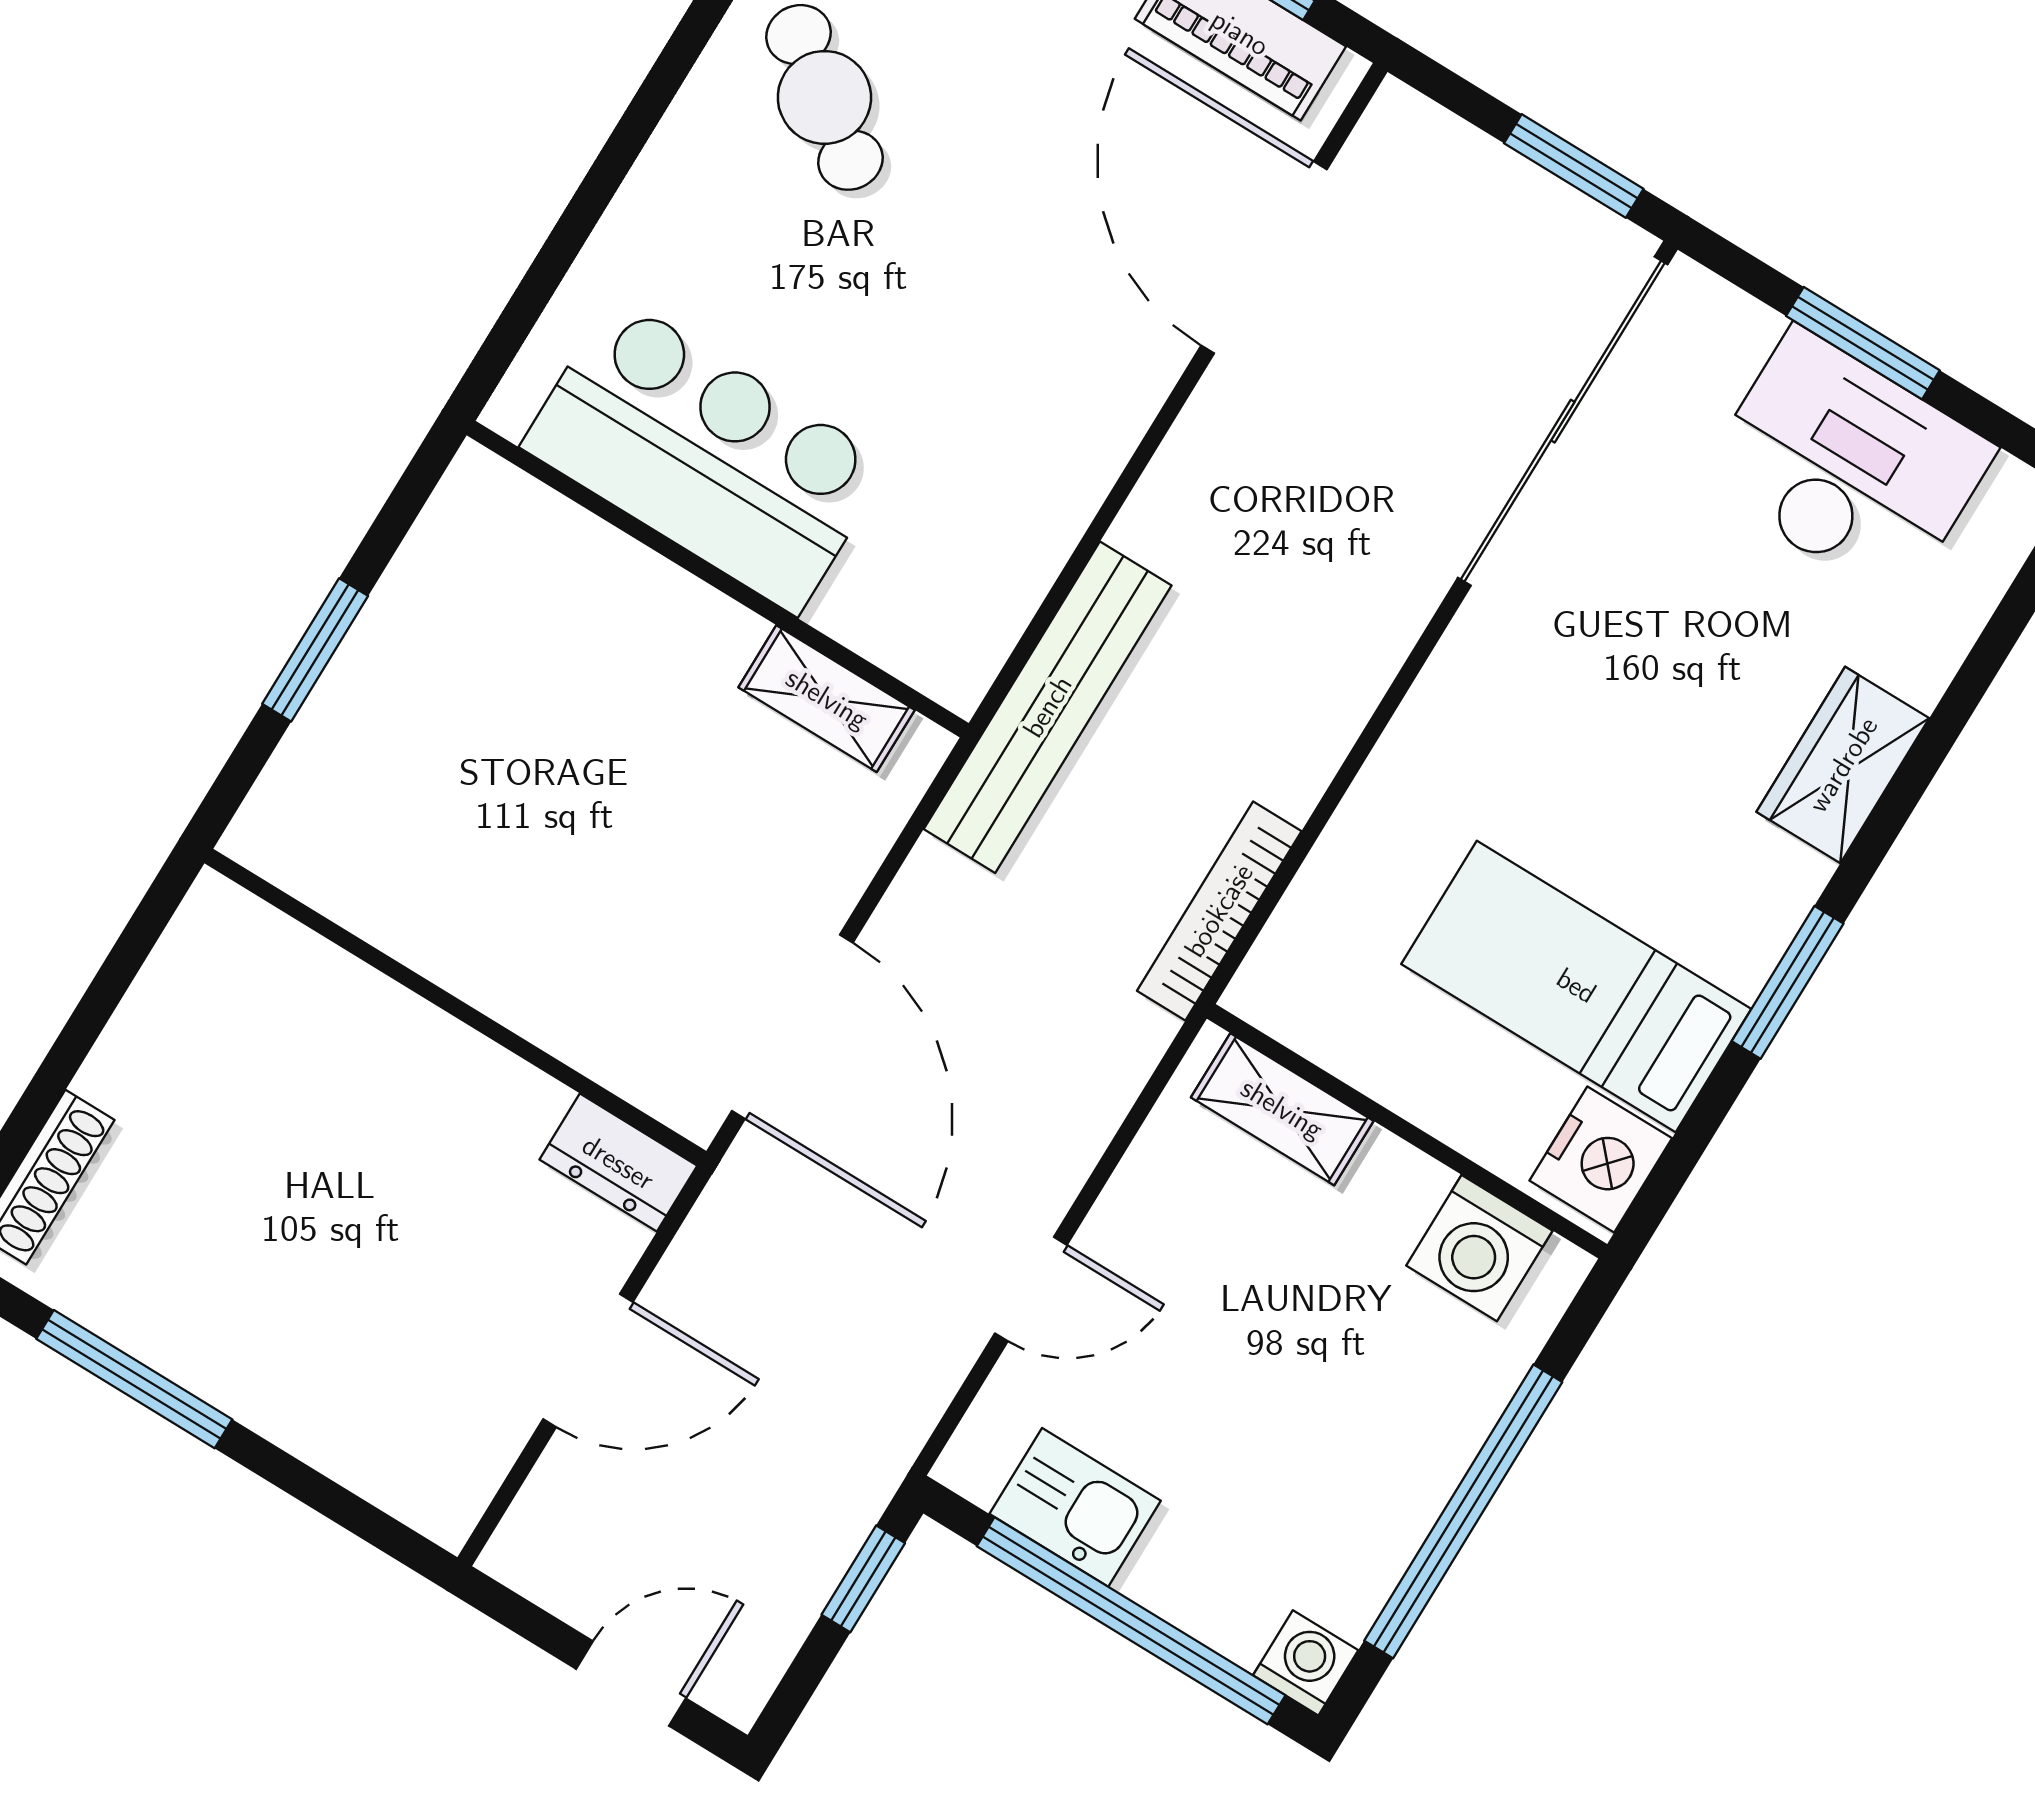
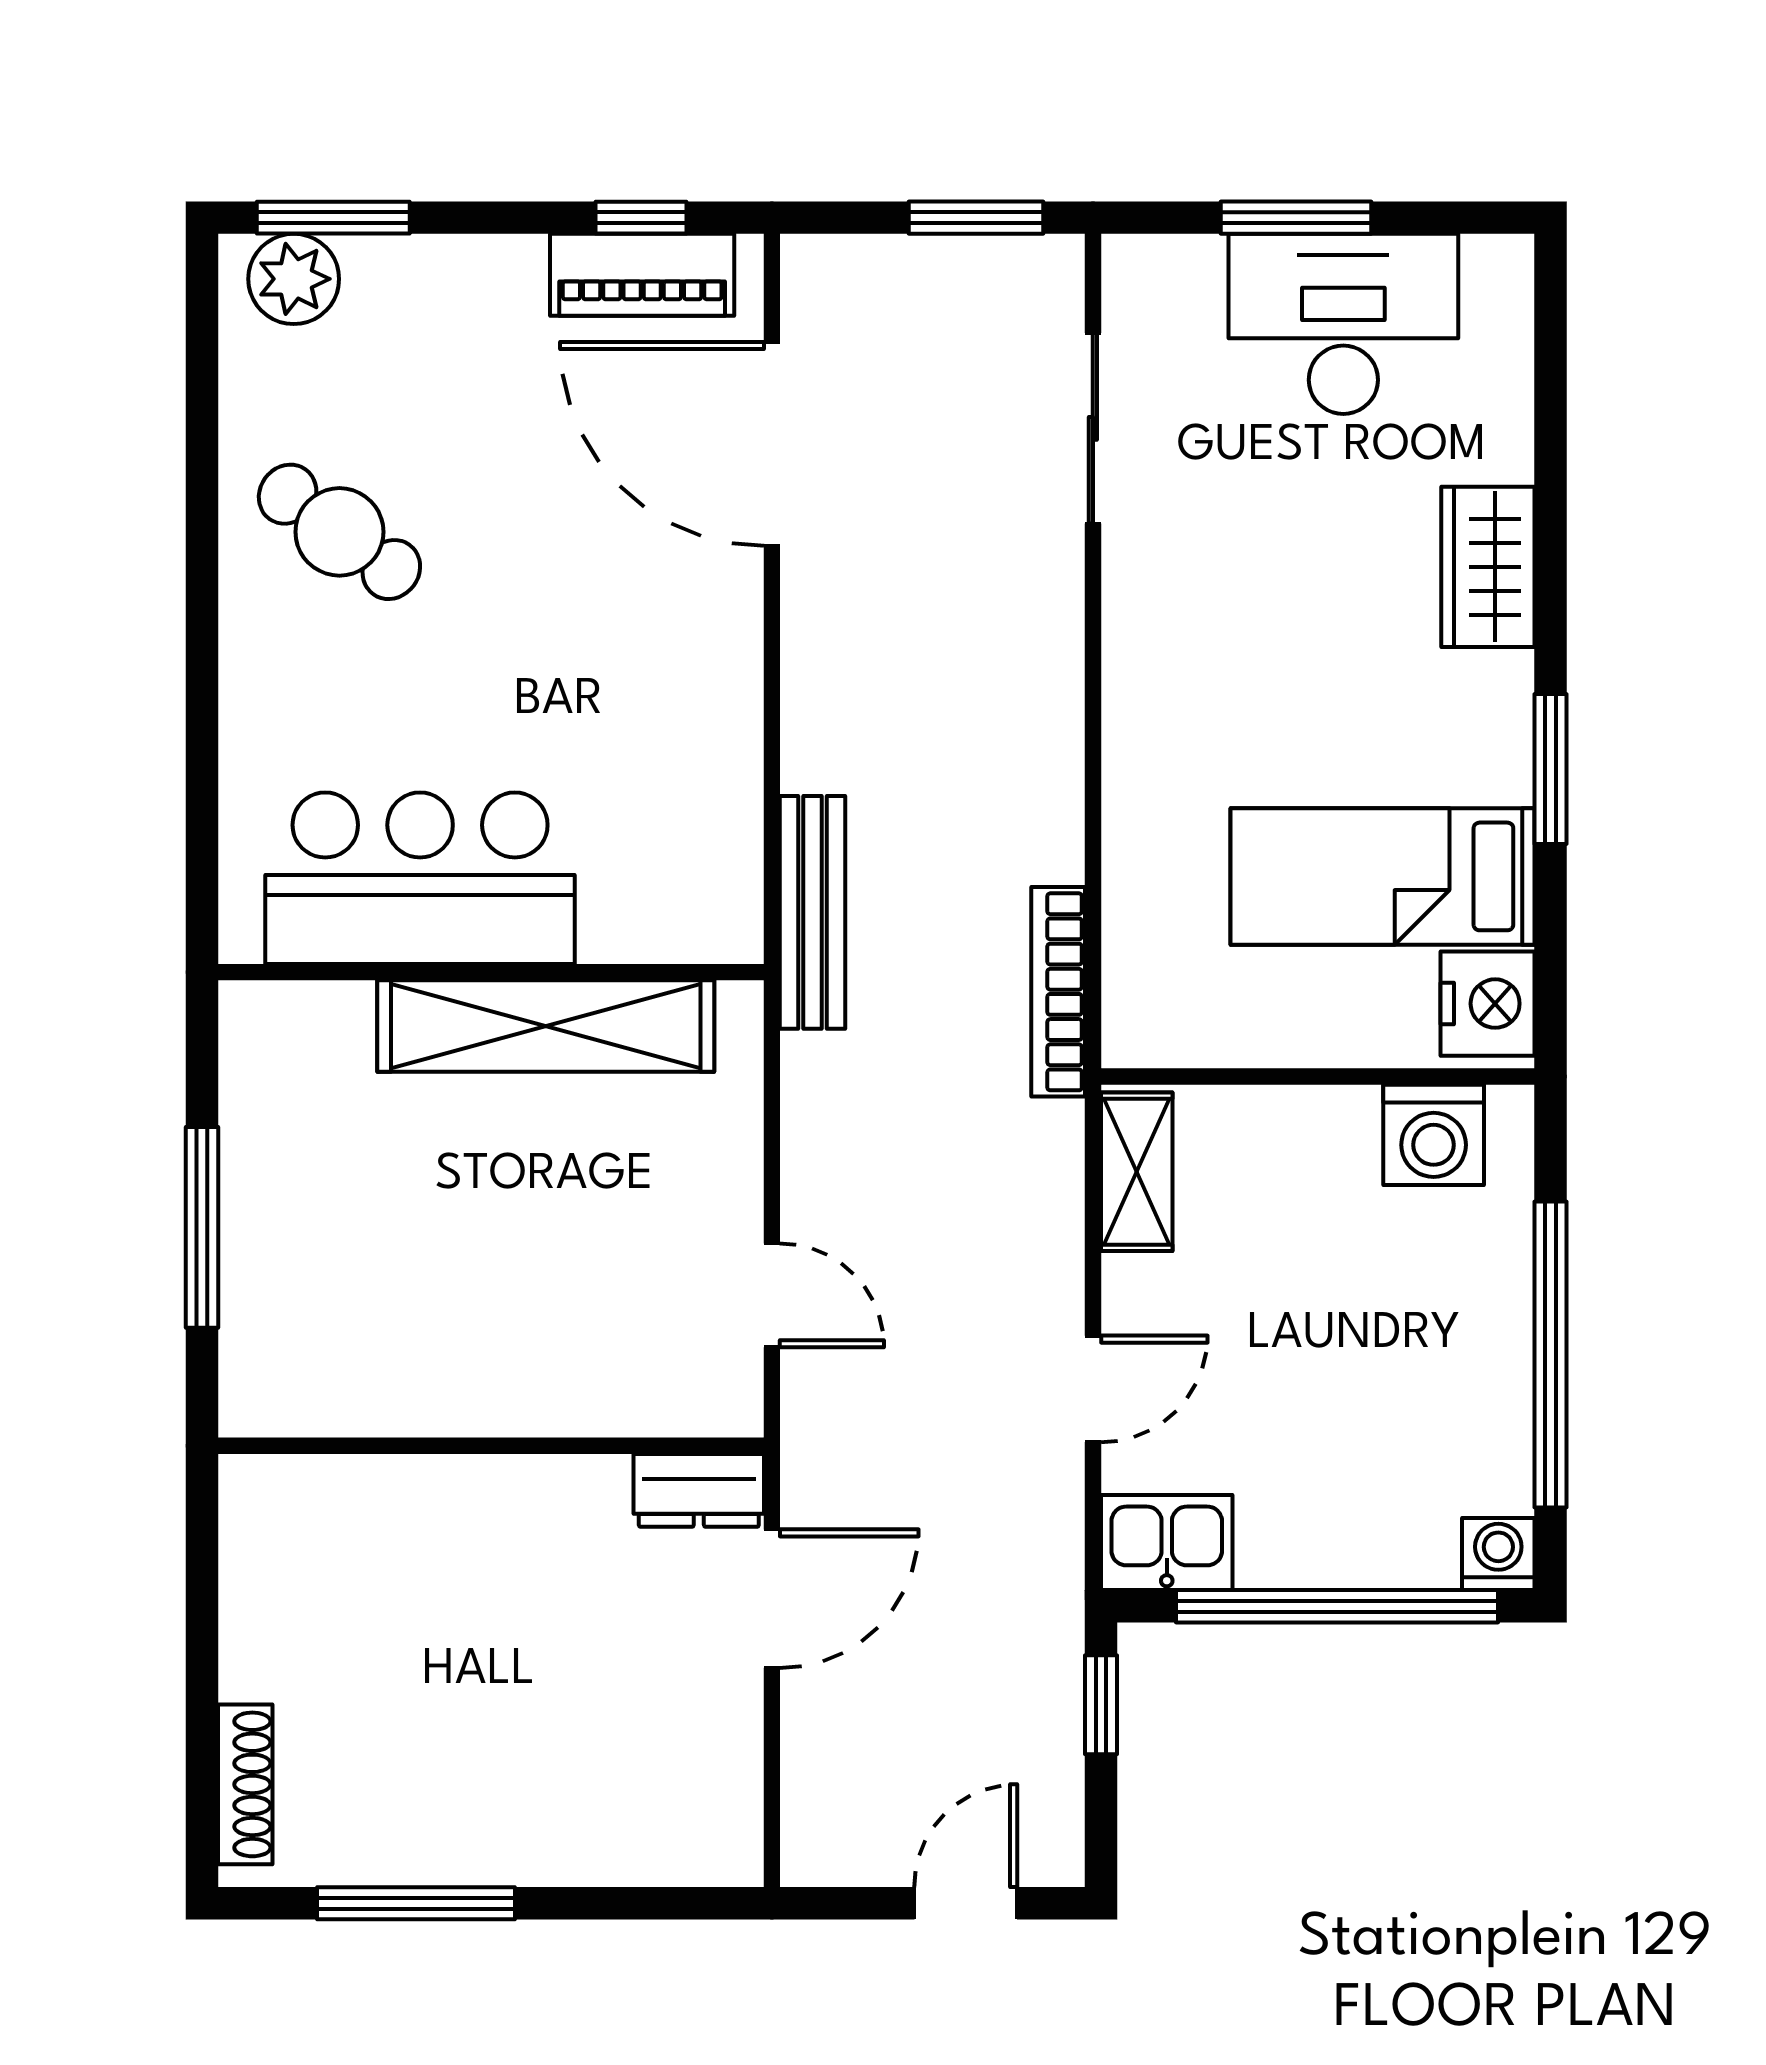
sliding door: (1563, 421) -> (1093, 428), width x0.54
window: (315, 650) -> (202, 1227), width x1.44
shelving: (827, 699) -> (546, 1026), width x2.20, depth x1.33
bench: (1048, 707) -> (813, 912), width x0.73, depth x0.82
door: (792, 1027) -> (772, 1295), width x0.53
shelving: (1282, 1109) -> (1137, 1172), moved, turned 90
door: (588, 1361) -> (772, 1599), moved
kitchen sink: (1075, 1507) -> (1167, 1543), moved

